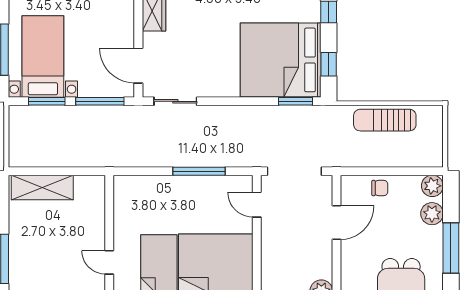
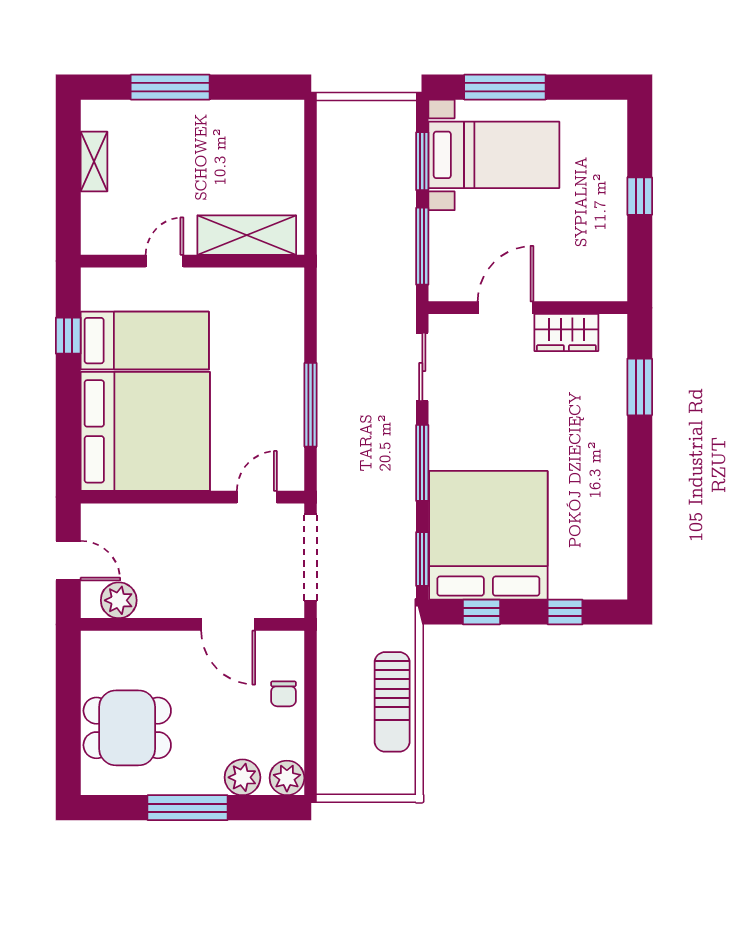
door: (138, 66) -> (506, 308), moved
window: (235, 101) -> (422, 463), added
sun lounger: (385, 120) -> (392, 702), turned 180
shelving: (42, 187) -> (247, 235), moved, turned 90

